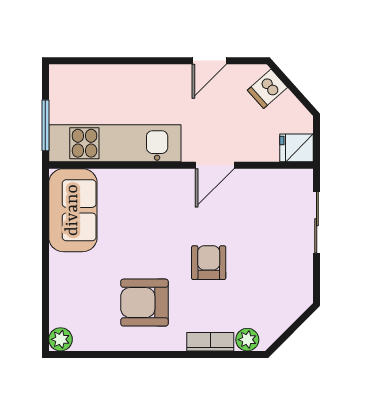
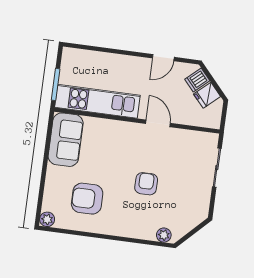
fridge: (296, 148) -> (207, 95), moved, turned -42
door: (215, 165) -> (158, 123), swing flipped
armchair: (144, 303) -> (87, 199), moved
bookcase: (210, 342) -> (141, 233), removed

